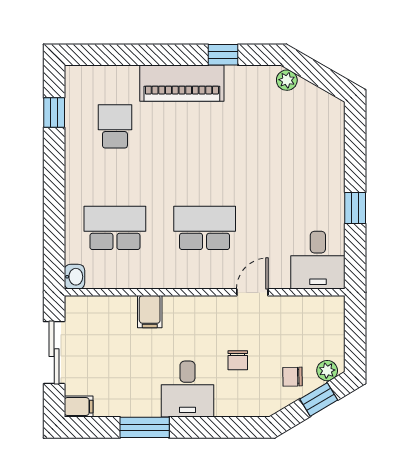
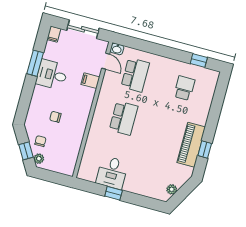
plant: (287, 80) -> (172, 189), moved
piano: (182, 83) -> (191, 145), moved
school desk: (115, 126) -> (184, 88), turned -90
desk: (318, 260) -> (112, 173), moved, turned -90
door: (252, 292) -> (106, 61), moved
desk: (188, 389) -> (52, 75), moved

